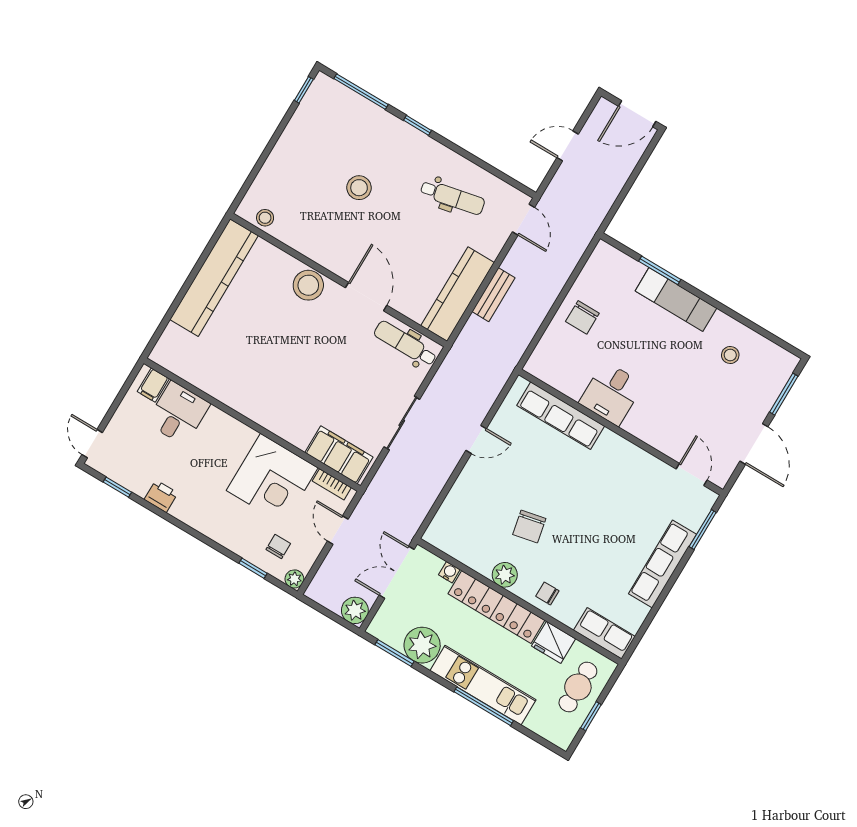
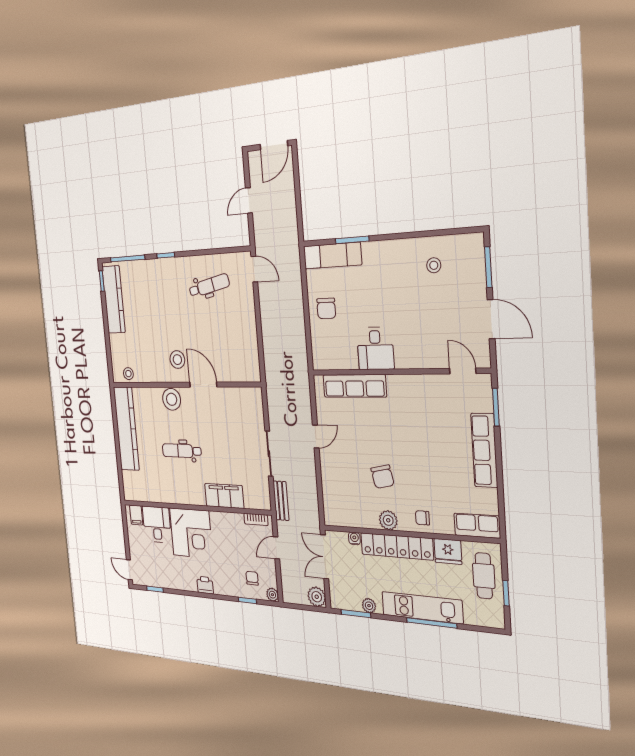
stool: (359, 188) -> (177, 360), moved
kitchen counter: (458, 294) -> (114, 300), moved, turned 180
bench: (493, 295) -> (281, 501), moved
exam couch: (676, 300) -> (332, 256), moved
dental chair: (405, 344) -> (182, 451), moved
filing cabinet: (339, 455) -> (224, 496), moved
corner desk: (272, 479) -> (191, 533), moved
printer: (161, 496) -> (205, 585), moved
door: (338, 530) -> (276, 548), hinge flipped
plant: (422, 645) -> (369, 606), width x0.53, depth x0.53

